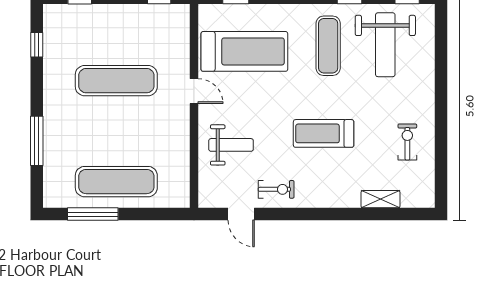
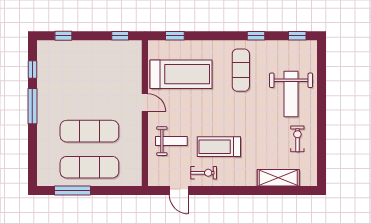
weight bench: (385, 45) -> (291, 94), moved
exercise mat: (116, 81) -> (89, 131), moved
treadmill: (324, 133) -> (219, 147), moved
window: (37, 141) -> (32, 106), moved
shelving: (381, 199) -> (278, 178), width x1.50, depth x1.33

